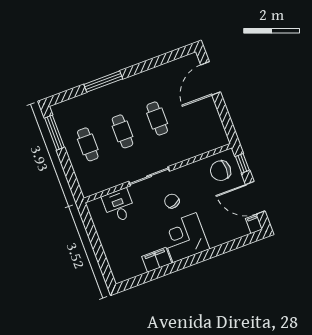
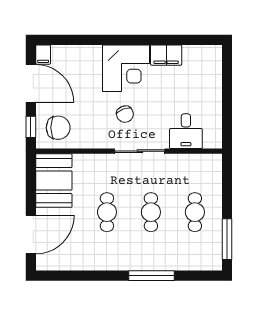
booth: (208, 128) -> (54, 181), added

